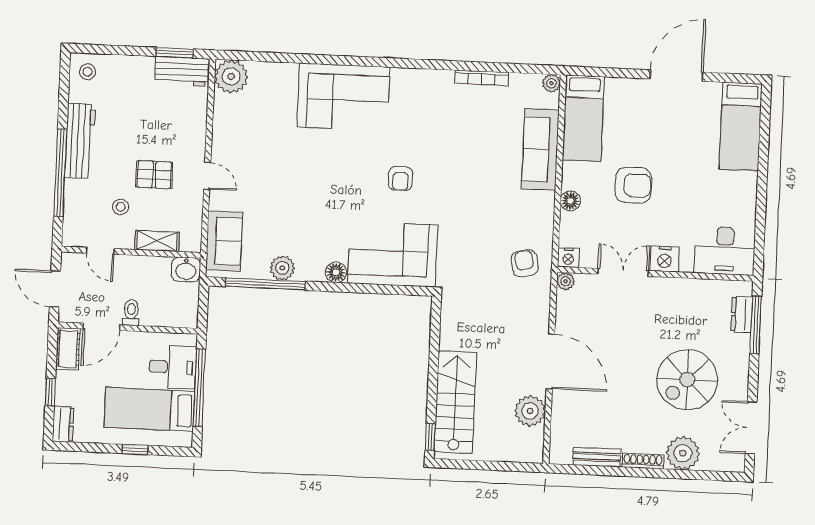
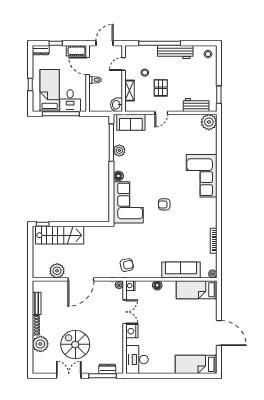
workbench: (182, 71) -> (196, 105), moved, turned 90
armchair: (633, 185) -> (166, 315), removed
double door: (751, 428) -> (69, 376), moved

